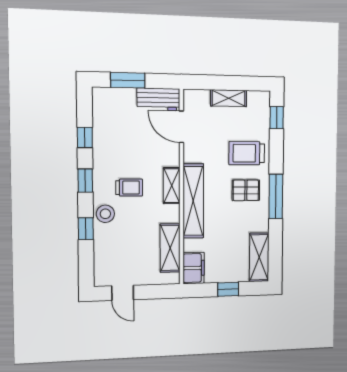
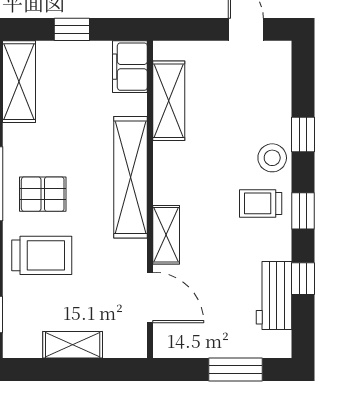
workbench: (159, 99) -> (274, 295), moved, turned -90
shelving: (172, 186) -> (166, 235), moved
trolley: (129, 188) -> (261, 203), moved

